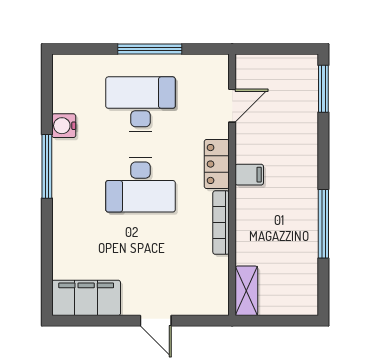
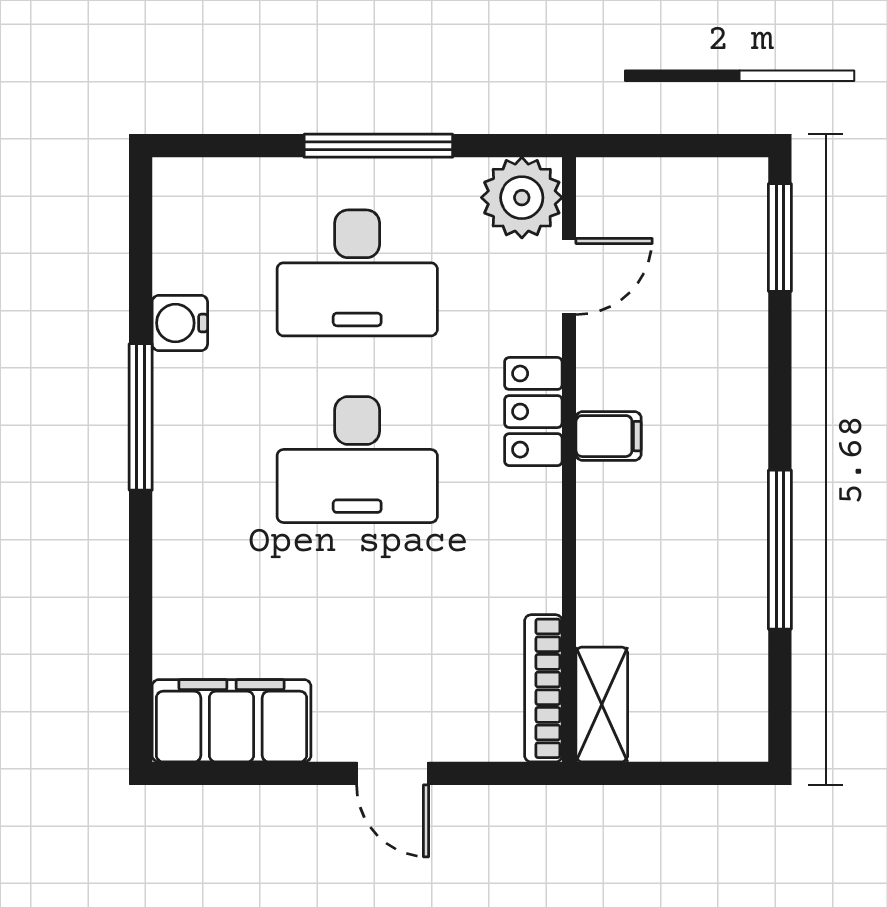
plant: (212, 71) -> (522, 198), added
desk: (140, 104) -> (357, 273), turned 180
bookcase: (221, 223) -> (543, 688), moved

